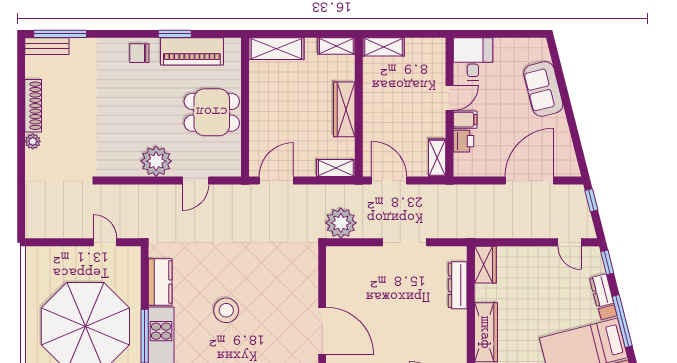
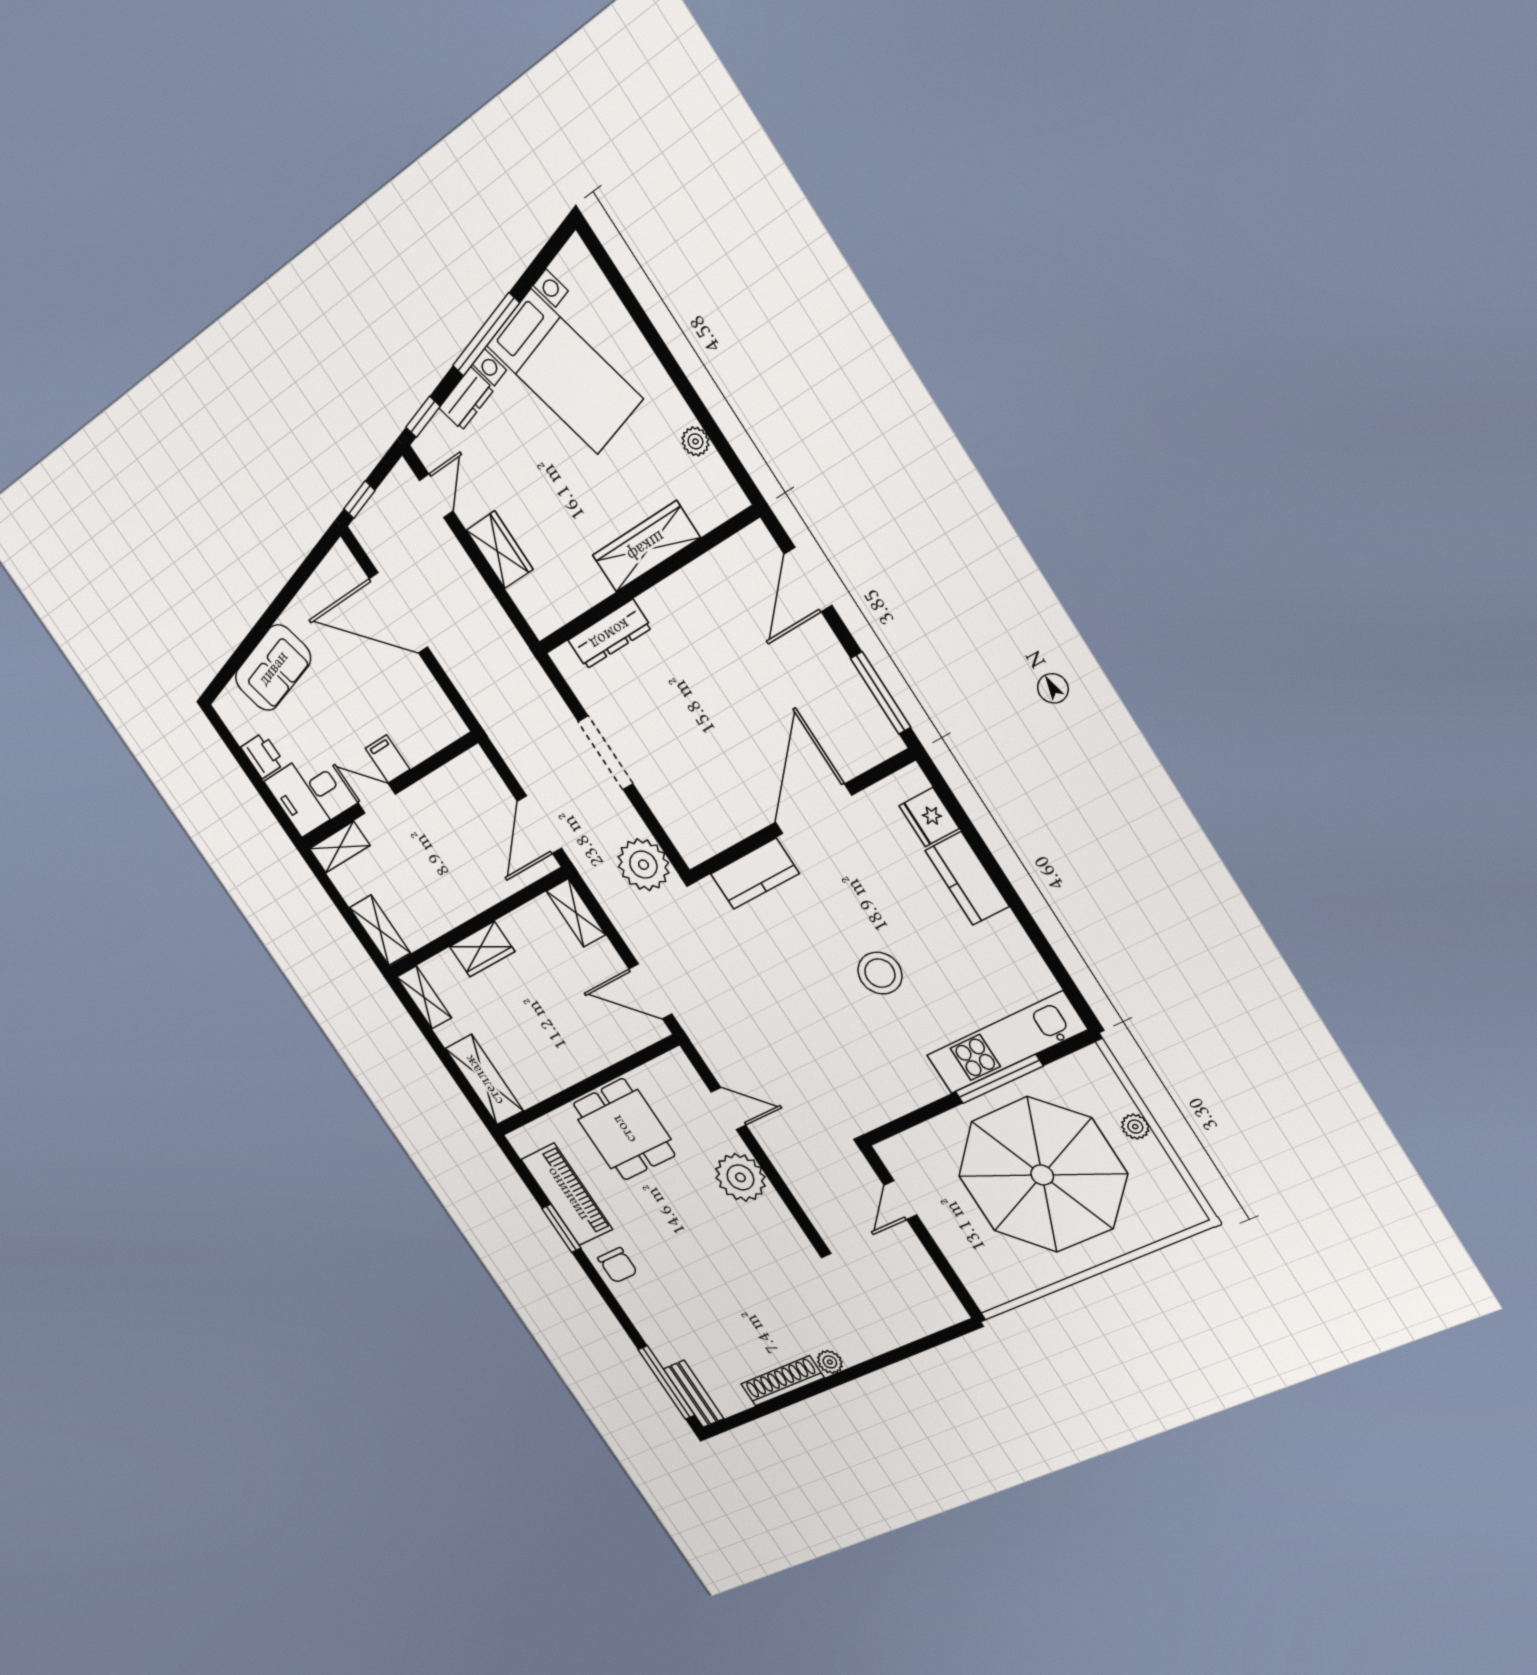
wardrobe: (344, 109) -> (482, 949), width x0.67
printer: (463, 141) -> (263, 756), moved, turned 90
shelving: (437, 158) -> (340, 847), moved
wardrobe: (485, 265) -> (500, 550), moved, turned 90
kitchen counter: (160, 282) -> (755, 874), moved, turned 180

